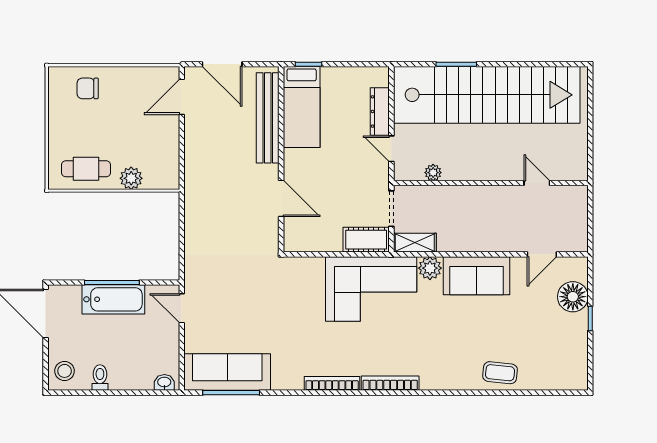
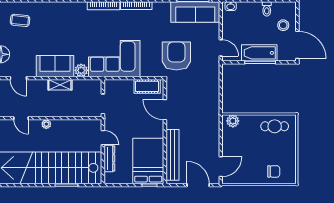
bed: (302, 107) -> (148, 161), width x1.50
plant: (433, 173) -> (46, 124), moved
plant: (131, 178) -> (233, 121), moved
cot: (366, 240) -> (147, 86), moved
shelving: (415, 243) -> (60, 85), moved
door: (542, 254) -> (18, 78), swing flipped
armchair: (261, 294) -> (176, 56), added
stool: (65, 371) -> (283, 25), moved
coffee table: (500, 373) -> (20, 20), moved

